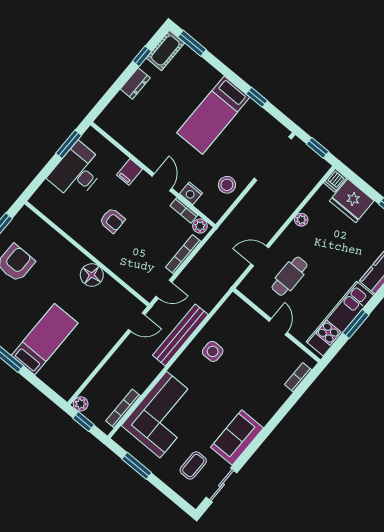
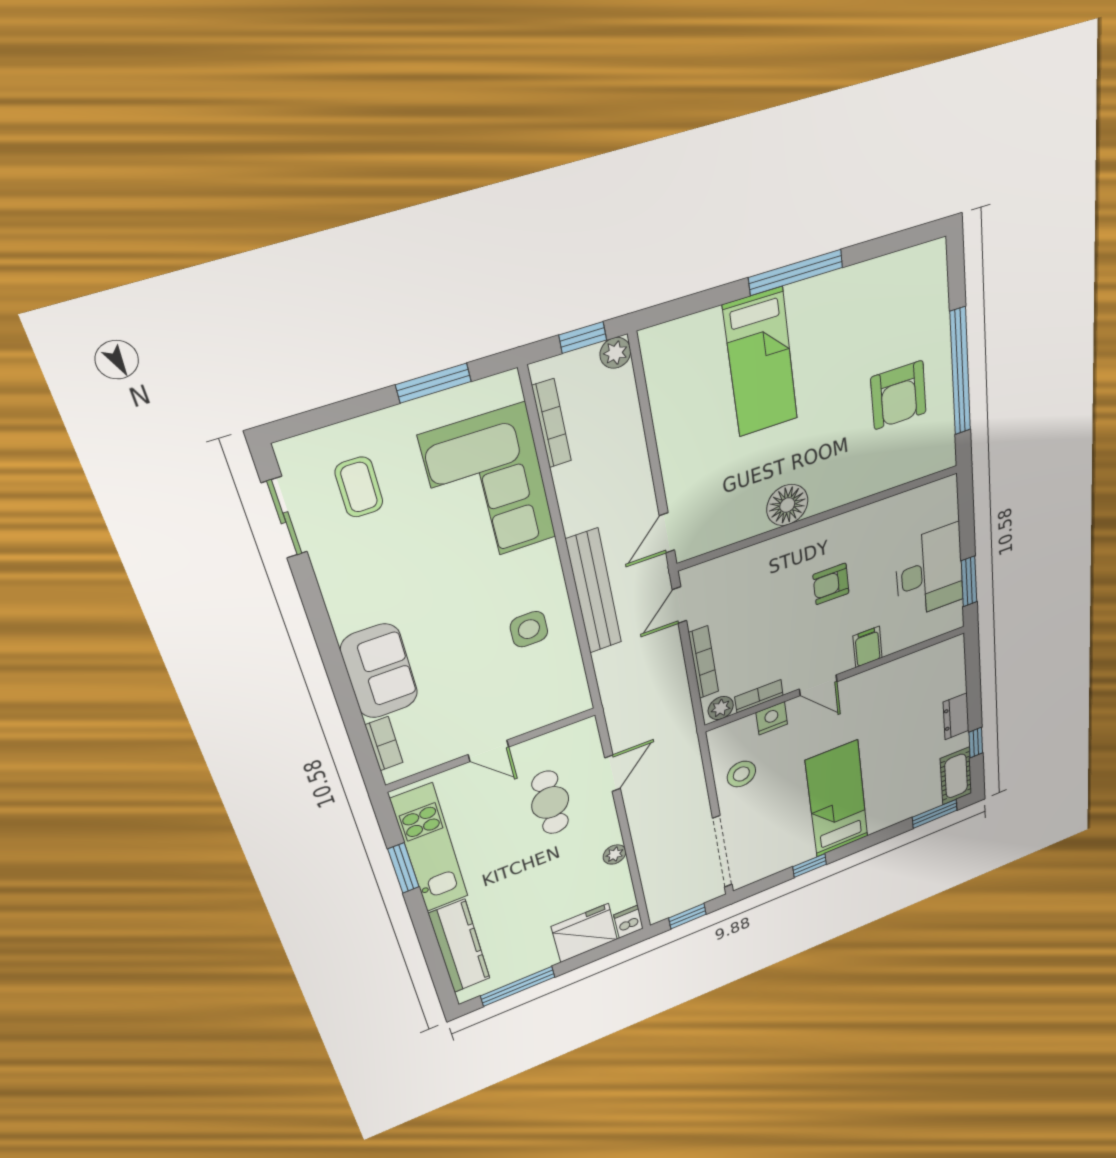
sofa: (237, 438) -> (379, 671), moved

